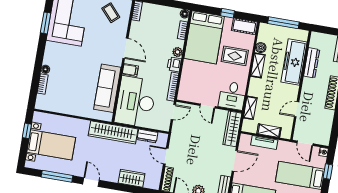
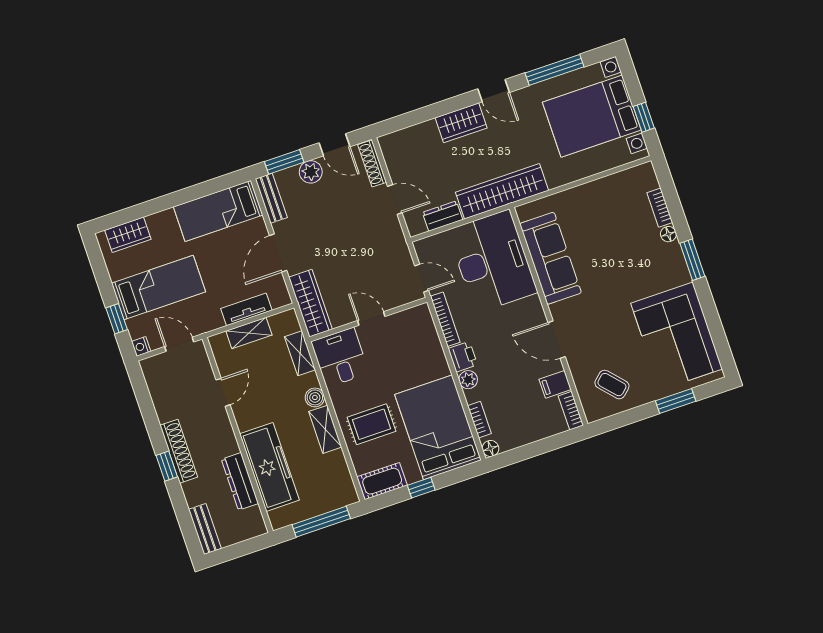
window: (46, 23) -> (692, 260), moved
boiler: (261, 48) -> (315, 397), moved
filing cabinet: (130, 70) -> (555, 384), moved
door: (173, 112) -> (422, 278), swing flipped
bed with nightstands: (51, 145) -> (592, 116), width x1.36
wardrobe: (132, 178) -> (461, 123), moved

